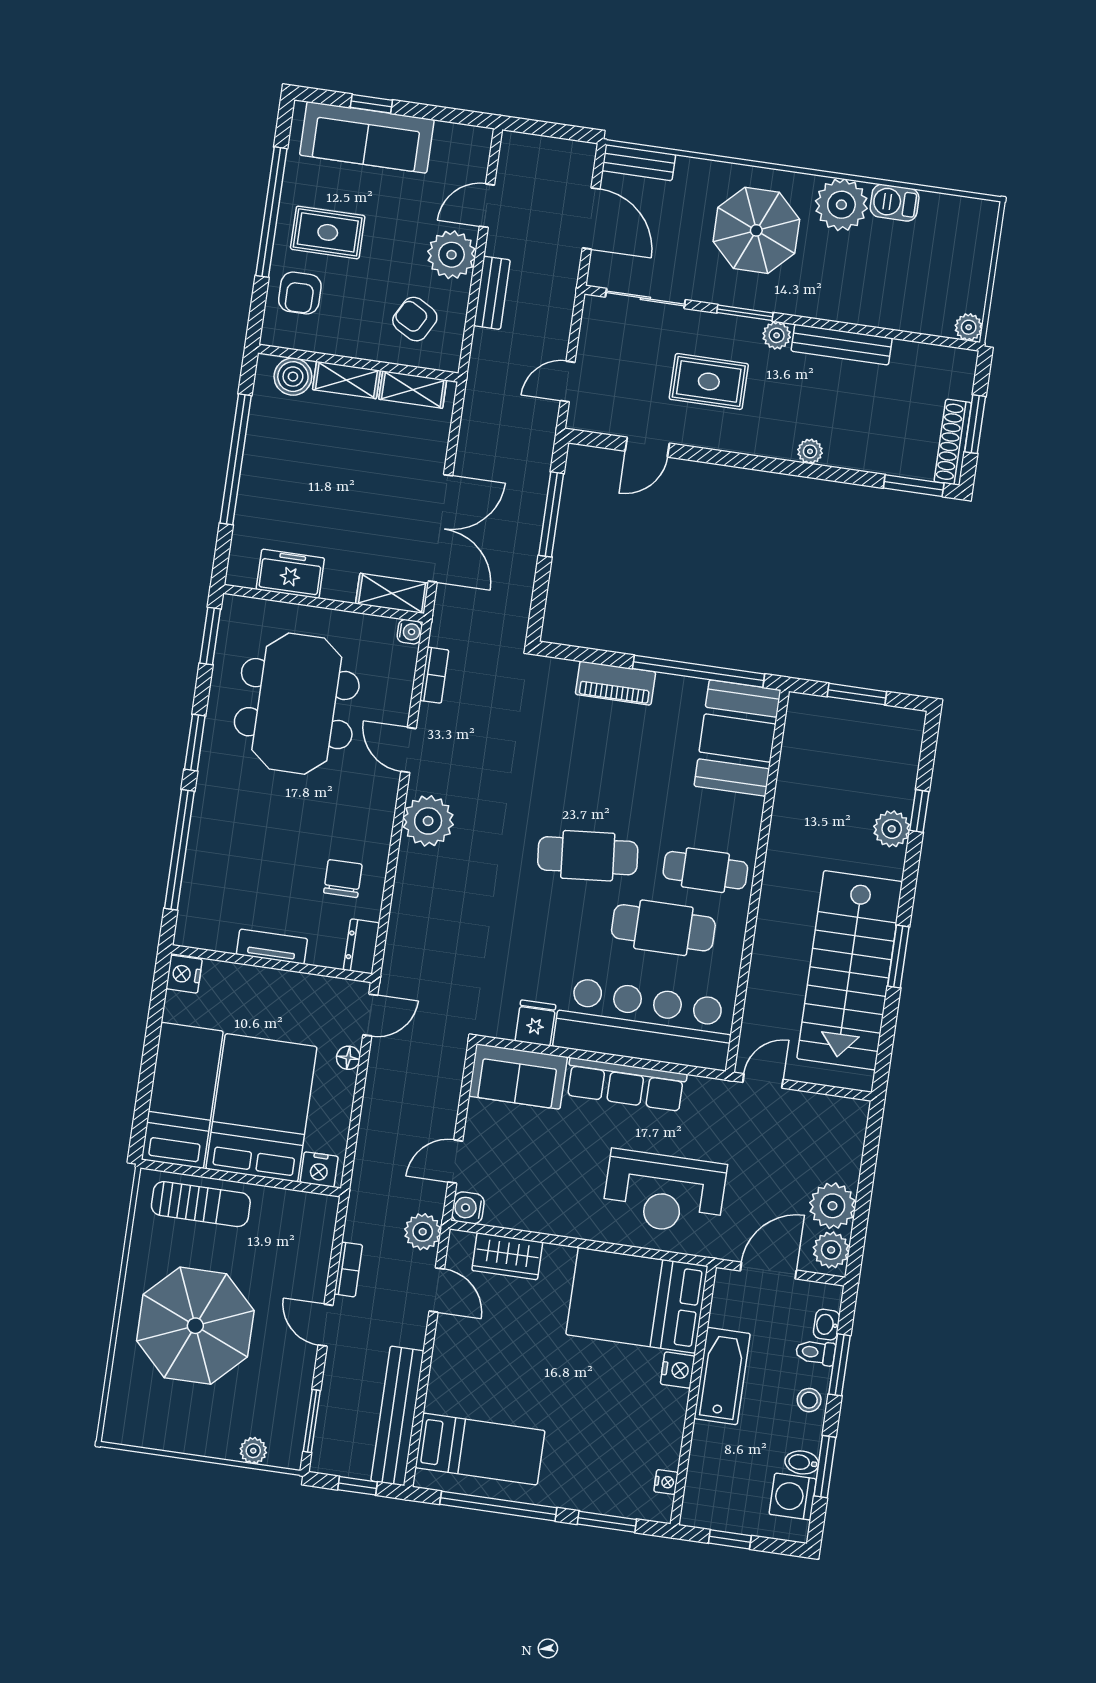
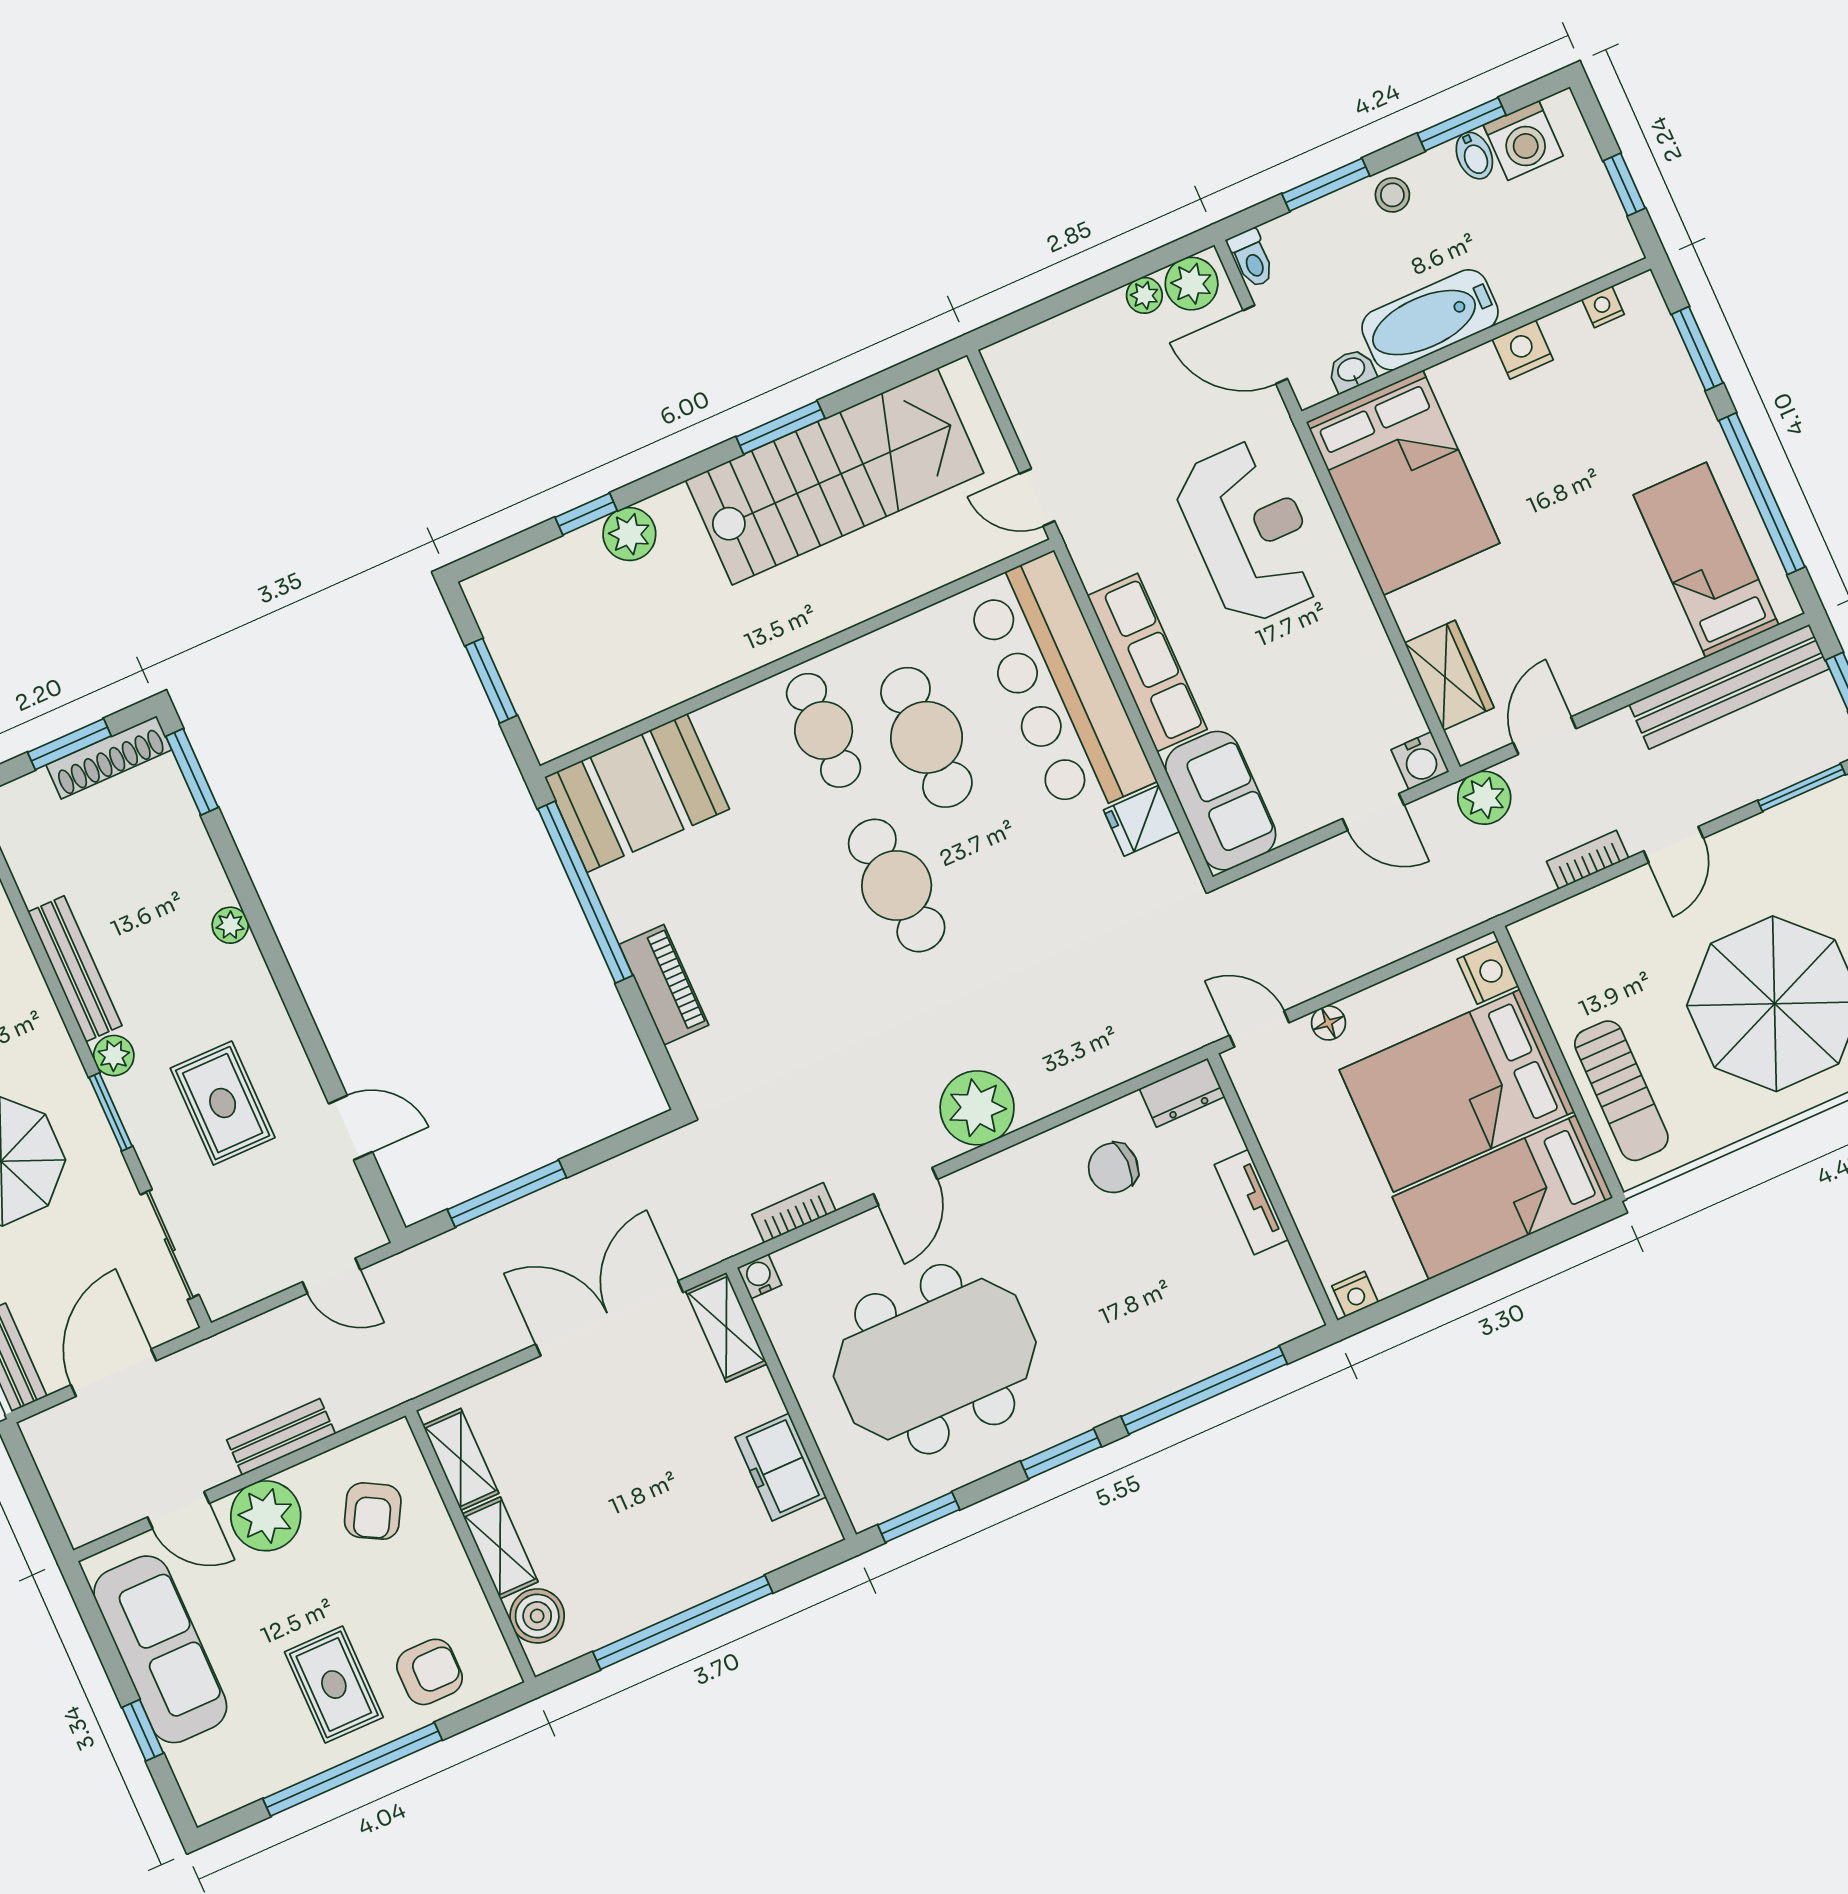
sofa: (367, 137) -> (160, 1649), moved
nightstand: (184, 974) -> (1355, 1294), width x0.72, depth x0.74
sun lounger: (201, 1204) -> (1621, 1091), turned 180
plant: (832, 1206) -> (1144, 295), width x0.53, depth x0.53
washbasin: (827, 1325) -> (1352, 370), moved, turned 180
toilet: (815, 1352) -> (1252, 258), moved
nightstand: (678, 1370) -> (1523, 350), moved

